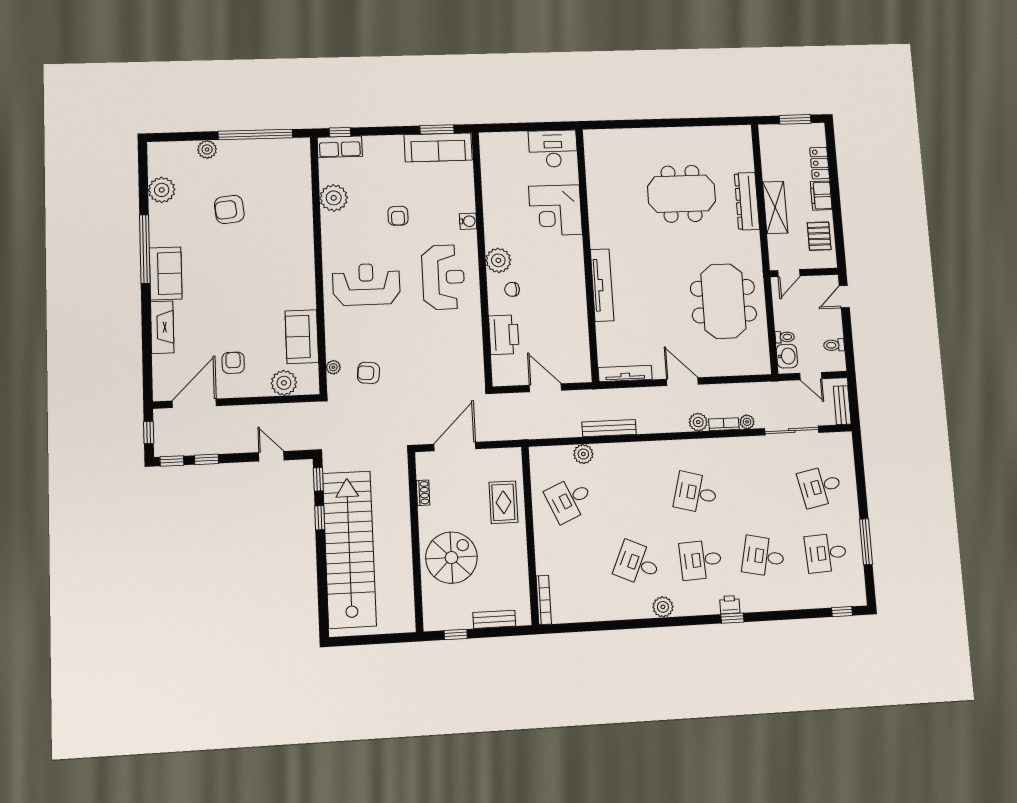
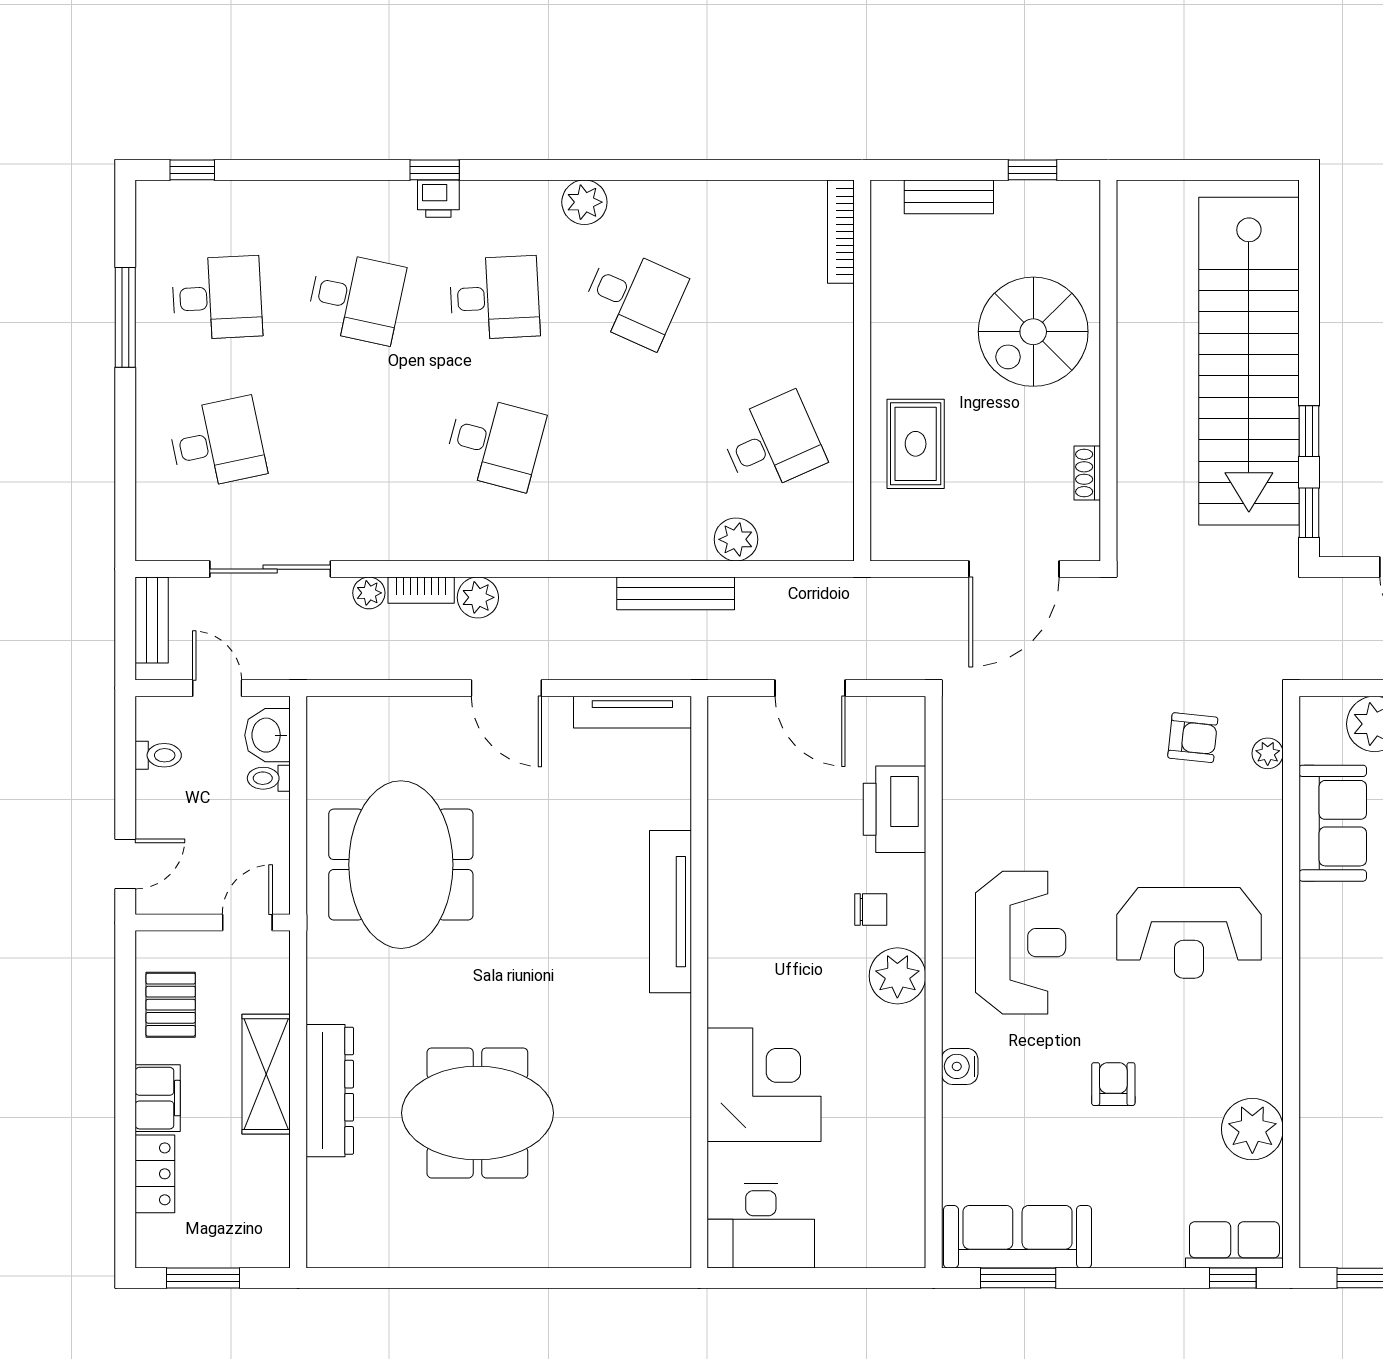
reception desk: (443, 277) -> (1021, 943), turned 180

